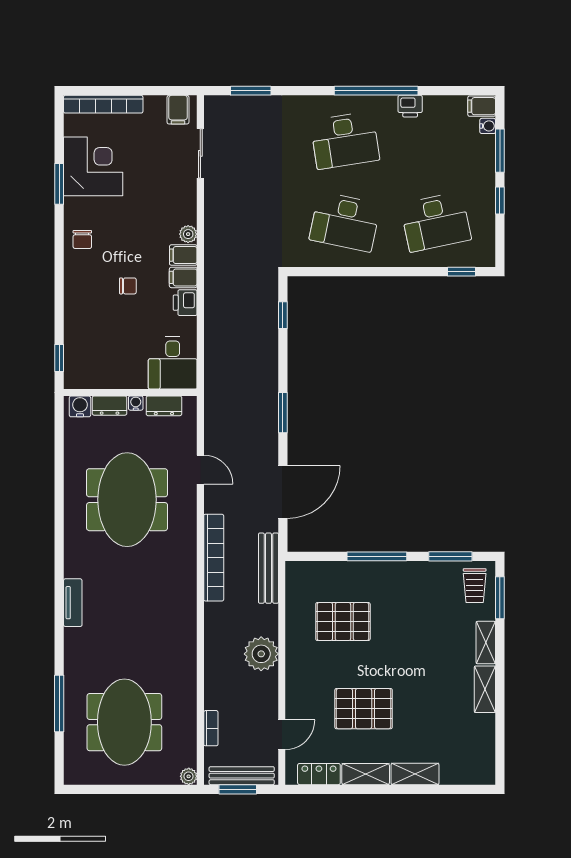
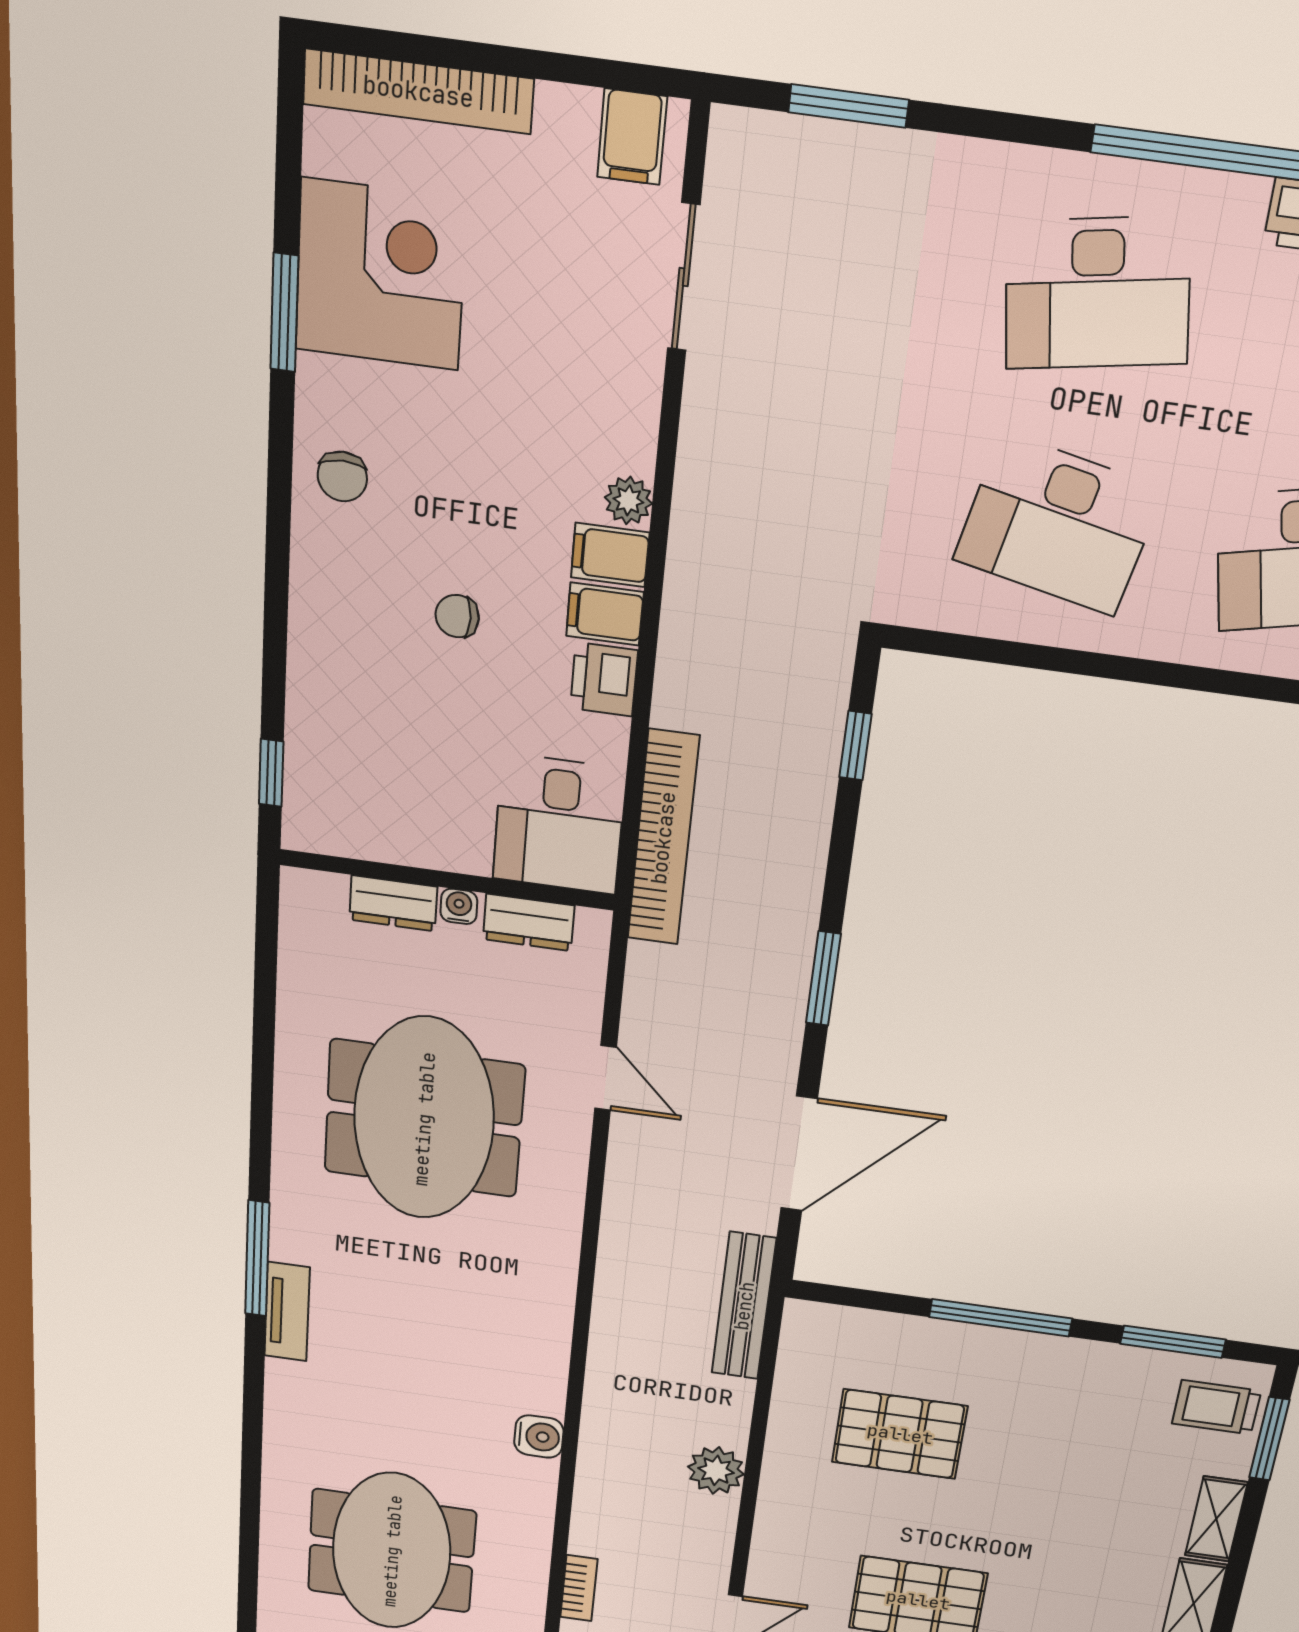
chair: (128, 286) -> (457, 616), turned 180
water cooler: (80, 406) -> (539, 1437), moved, turned 90
bookcase: (214, 558) -> (663, 838), moved
trolley: (475, 586) -> (1216, 1407), turned 90
plant: (261, 654) -> (716, 1471), width x0.73, depth x0.73
window: (59, 704) -> (257, 1259), moved

